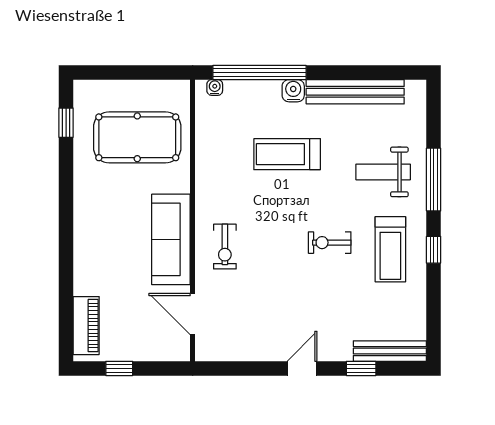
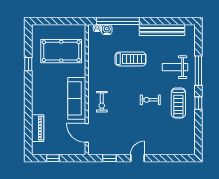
water cooler: (293, 91) -> (107, 30), moved
window: (66, 123) -> (28, 64), moved
treadmill: (287, 154) -> (131, 59), turned 180
piano: (86, 326) -> (38, 128), moved
bench: (390, 351) -> (178, 150), removed
window: (361, 368) -> (109, 158), moved

